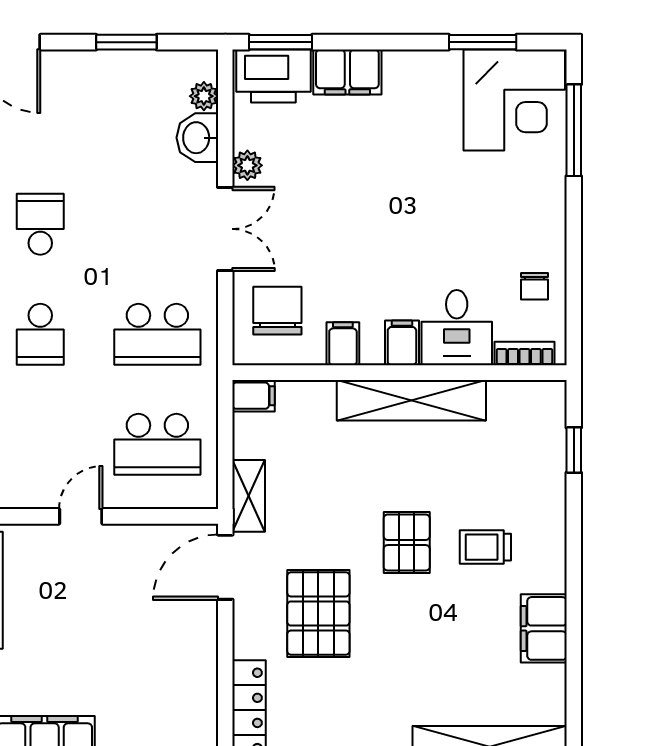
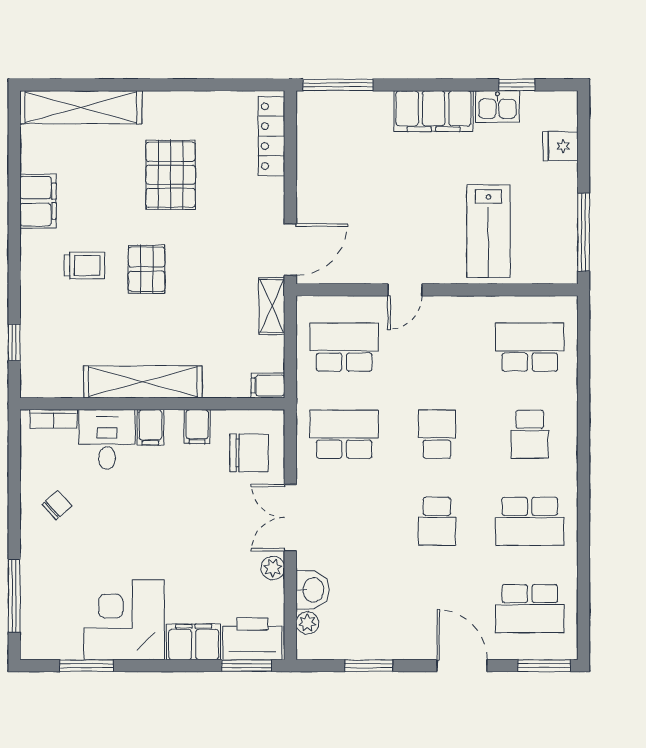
corner desk: (514, 100) -> (124, 620), moved
chair: (535, 286) -> (57, 505), moved, turned 48
chair: (277, 311) -> (249, 453), turned -90
pallet: (318, 613) -> (171, 175), moved

